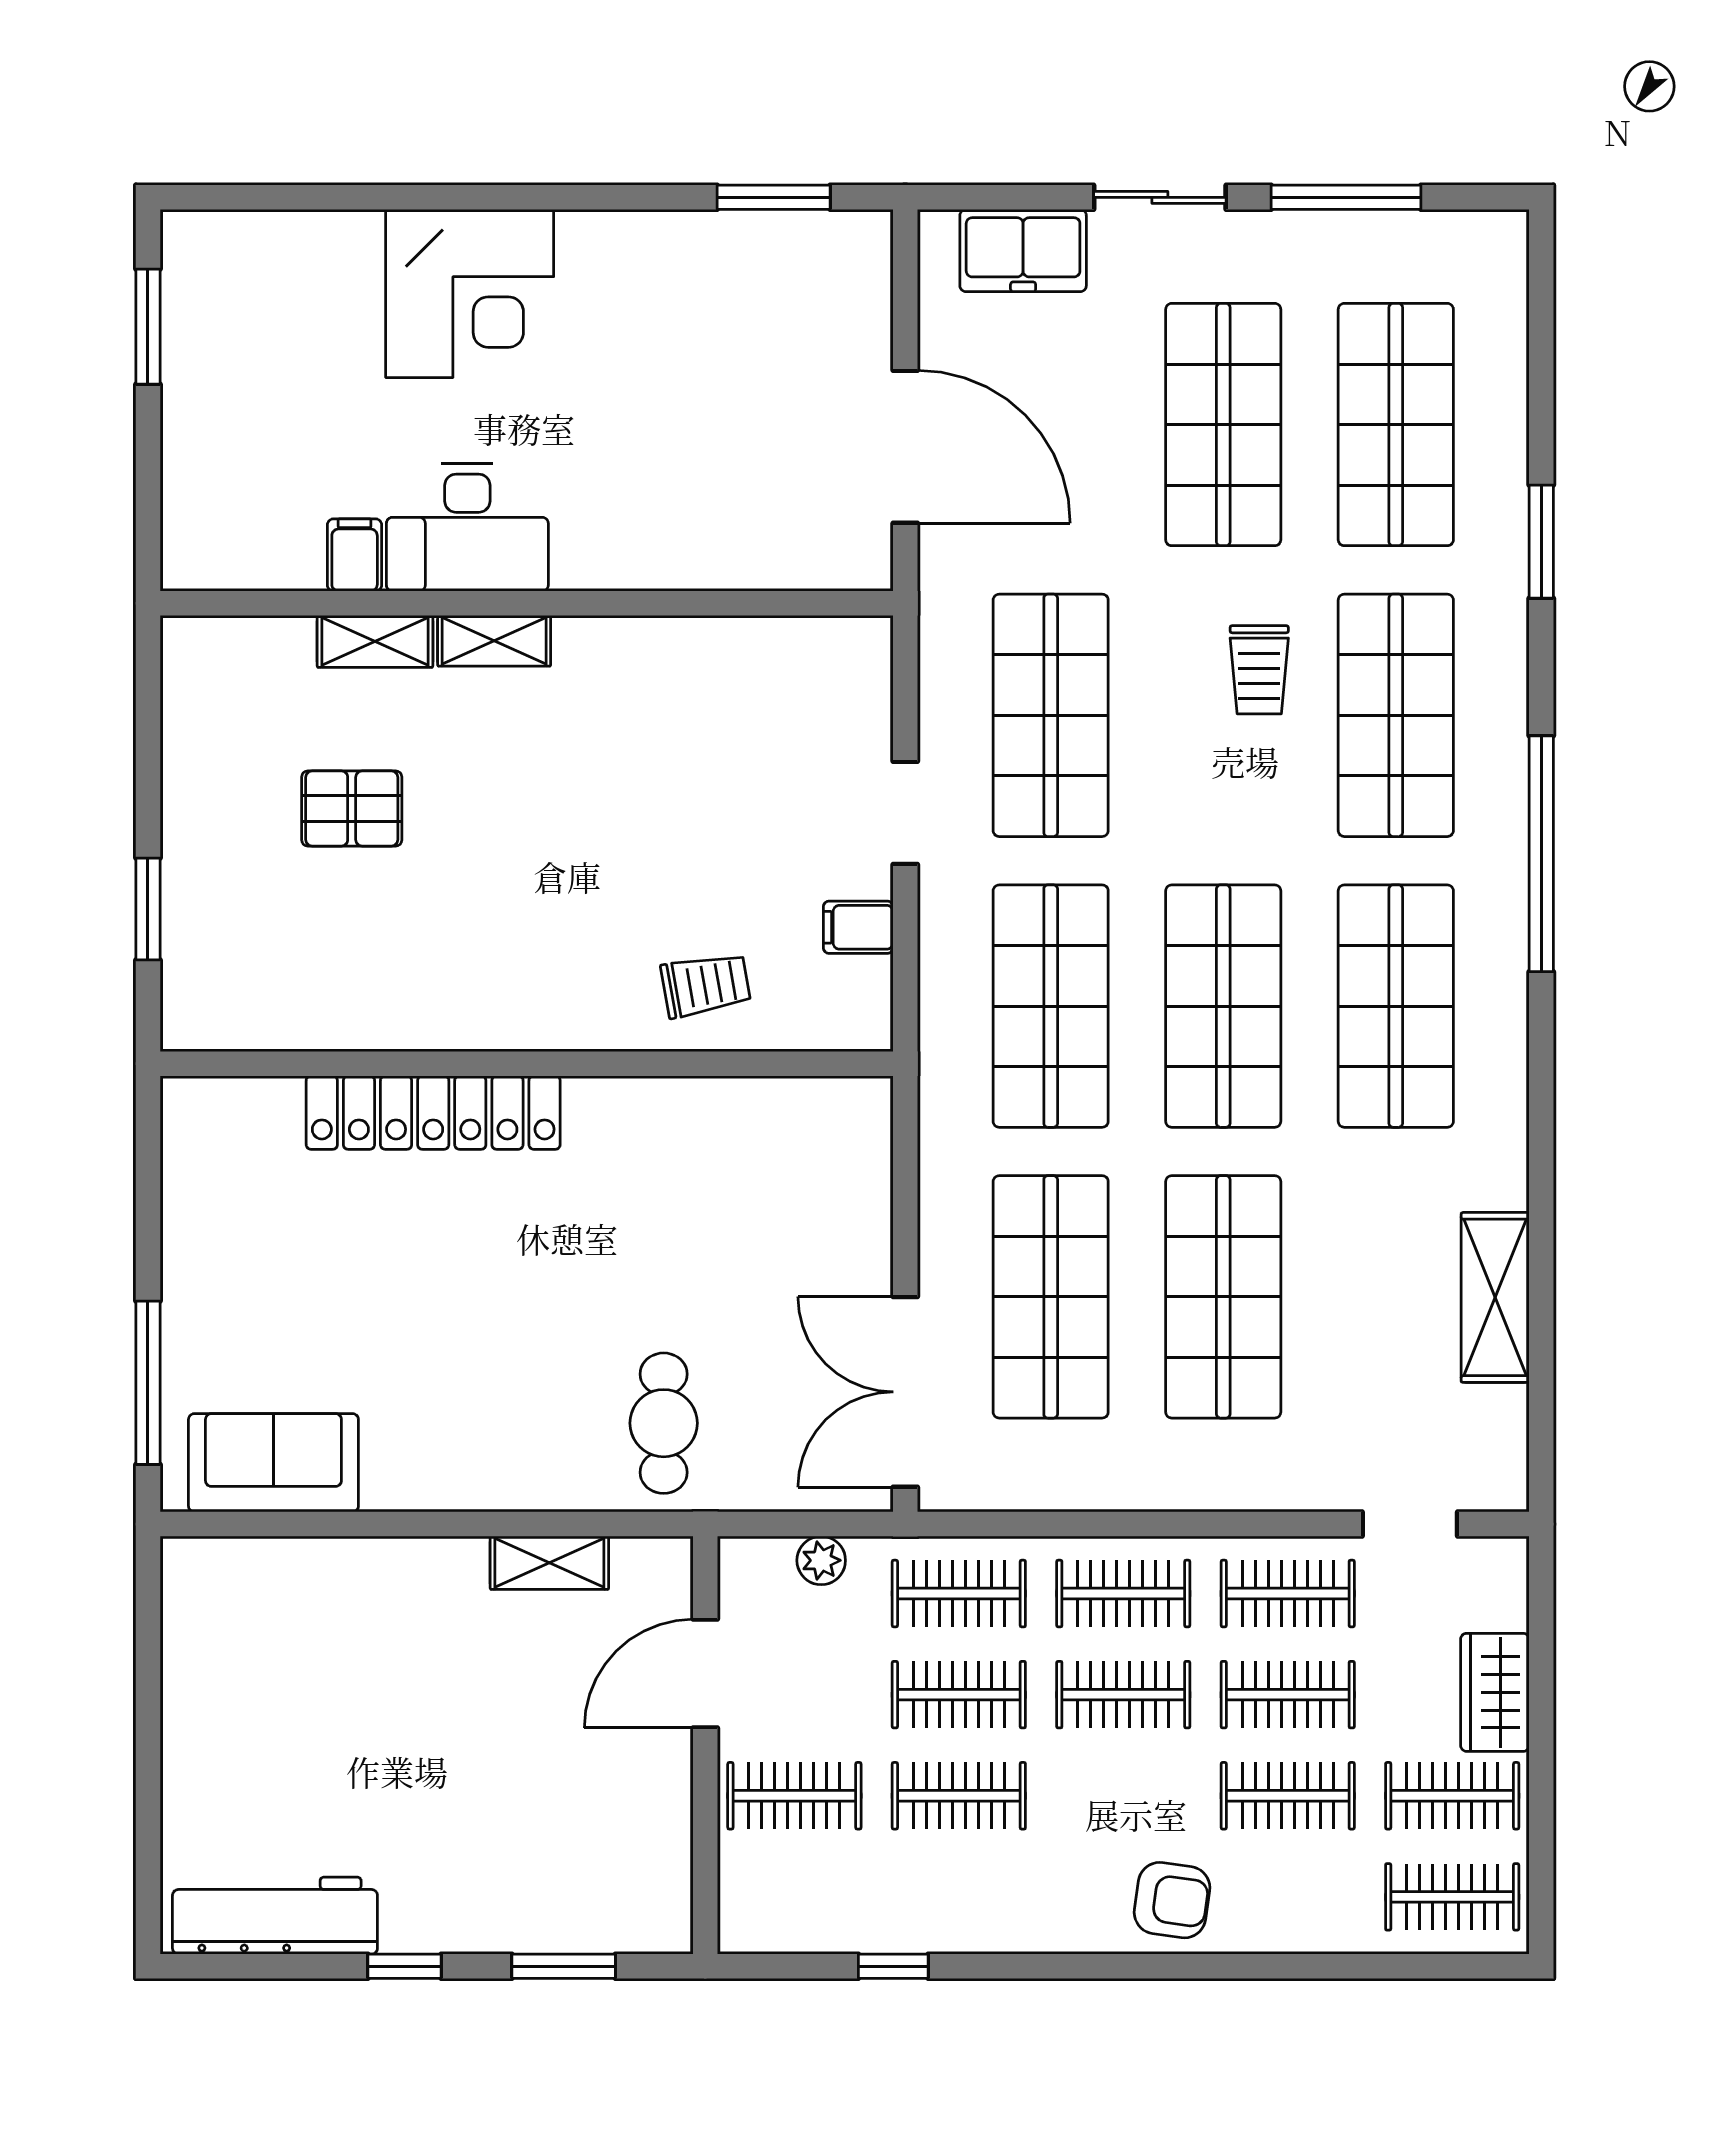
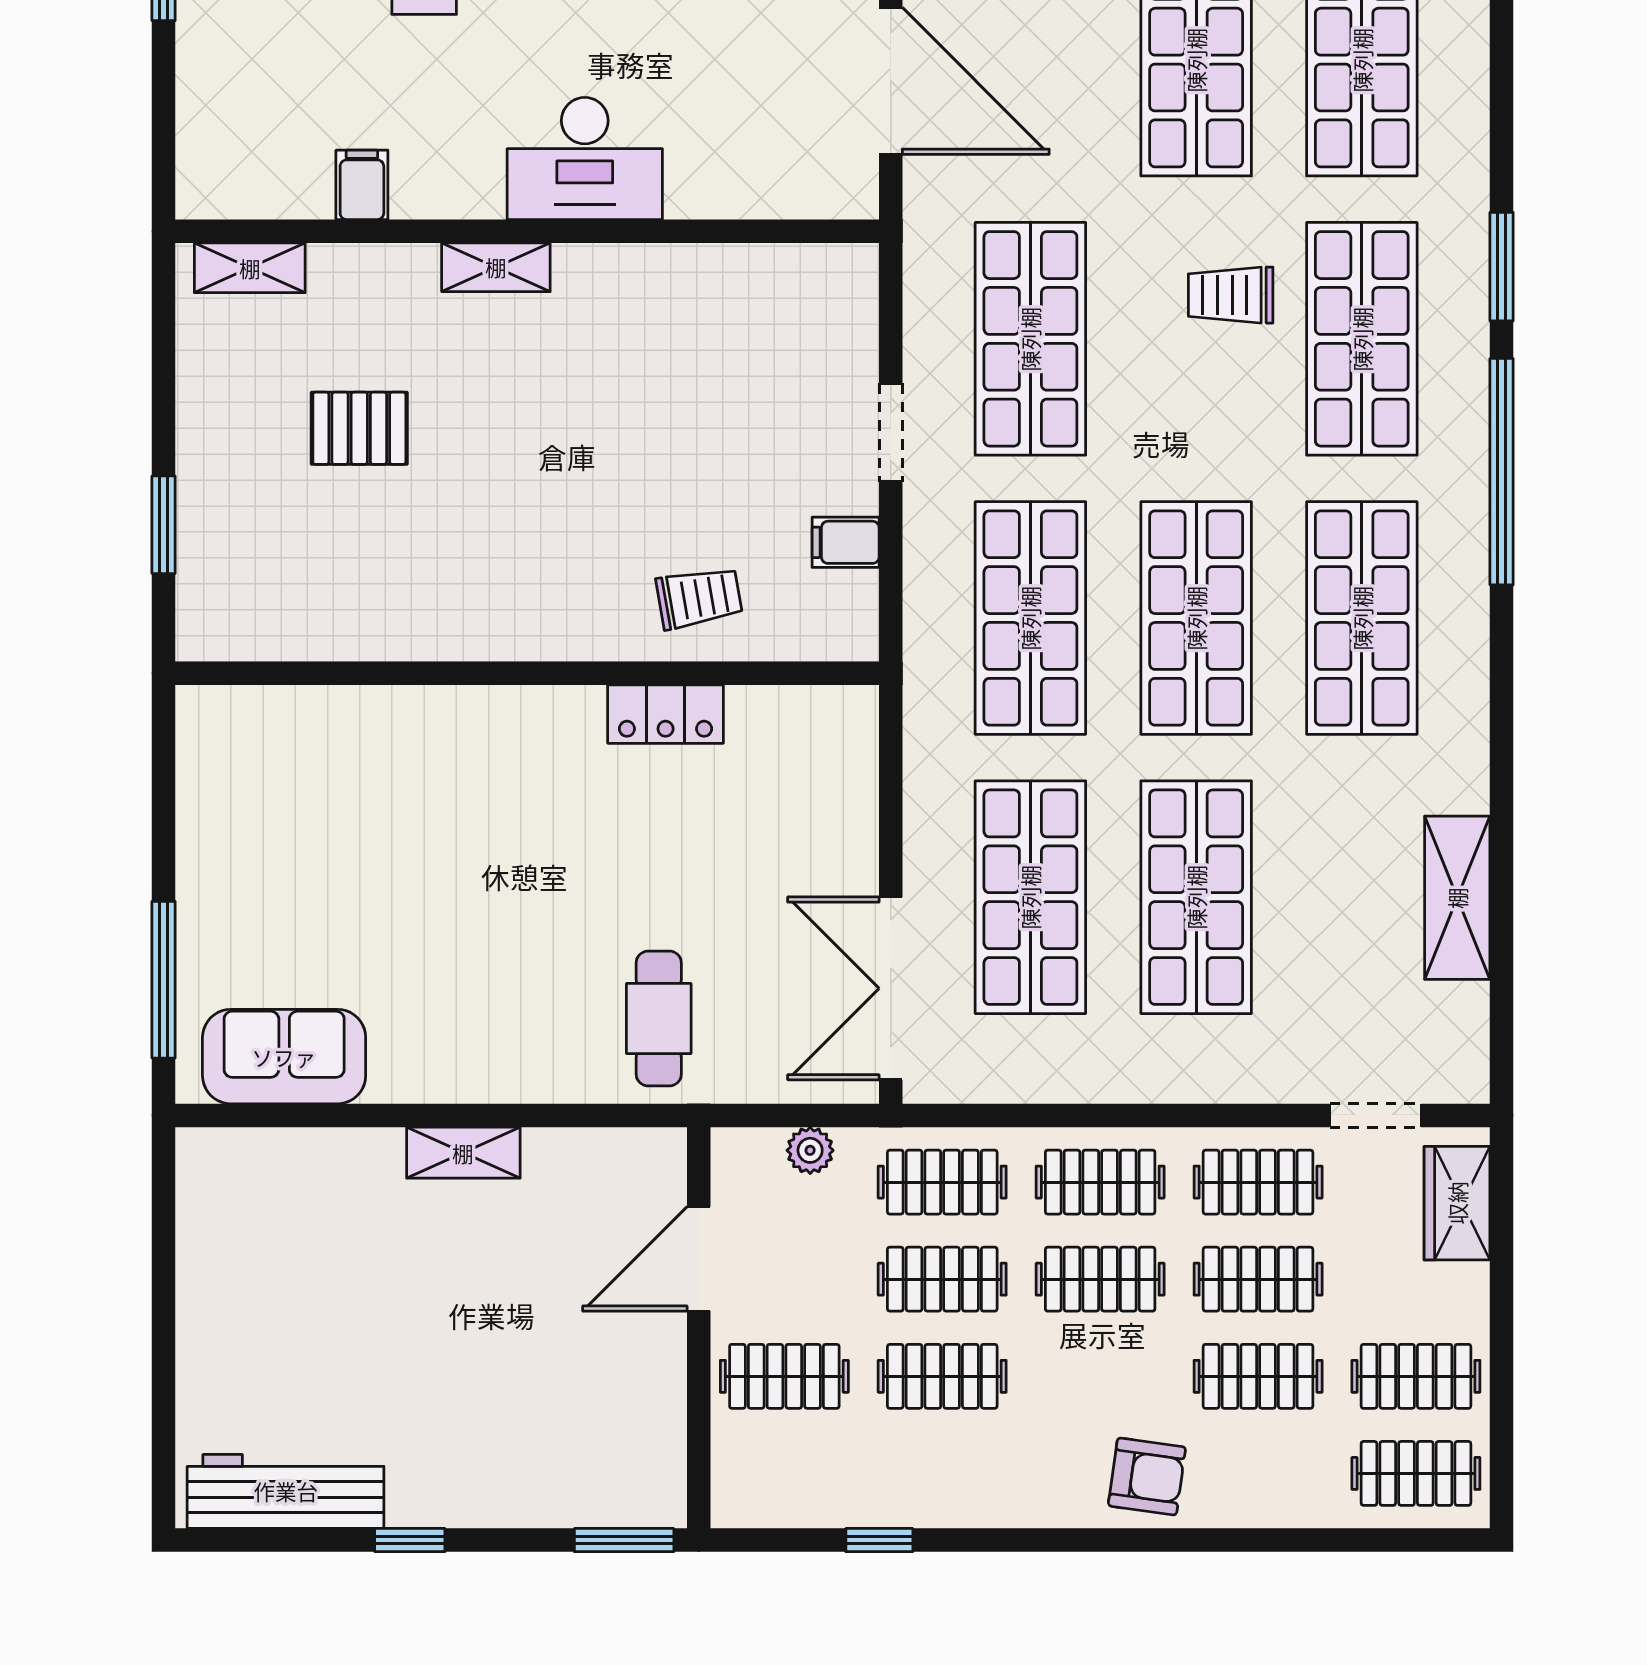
desk: (467, 528) -> (585, 158), moved
window: (1541, 542) -> (1502, 267), moved
shelving: (375, 641) -> (250, 268), moved
trolley: (1259, 670) -> (1231, 295), turned 90
locker: (433, 1113) -> (666, 714), moved, width x0.46, depth x0.83
shelving: (549, 1563) -> (463, 1153), moved
wardrobe: (1495, 1692) -> (1457, 1203), moved
window: (564, 1966) -> (624, 1540), moved

